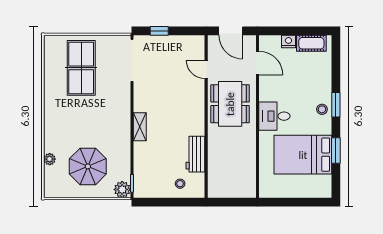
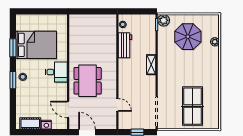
door: (206, 69) -> (117, 105), moved
wall: (206, 116) -> (117, 72), moved
workbench: (195, 154) -> (125, 45), moved

